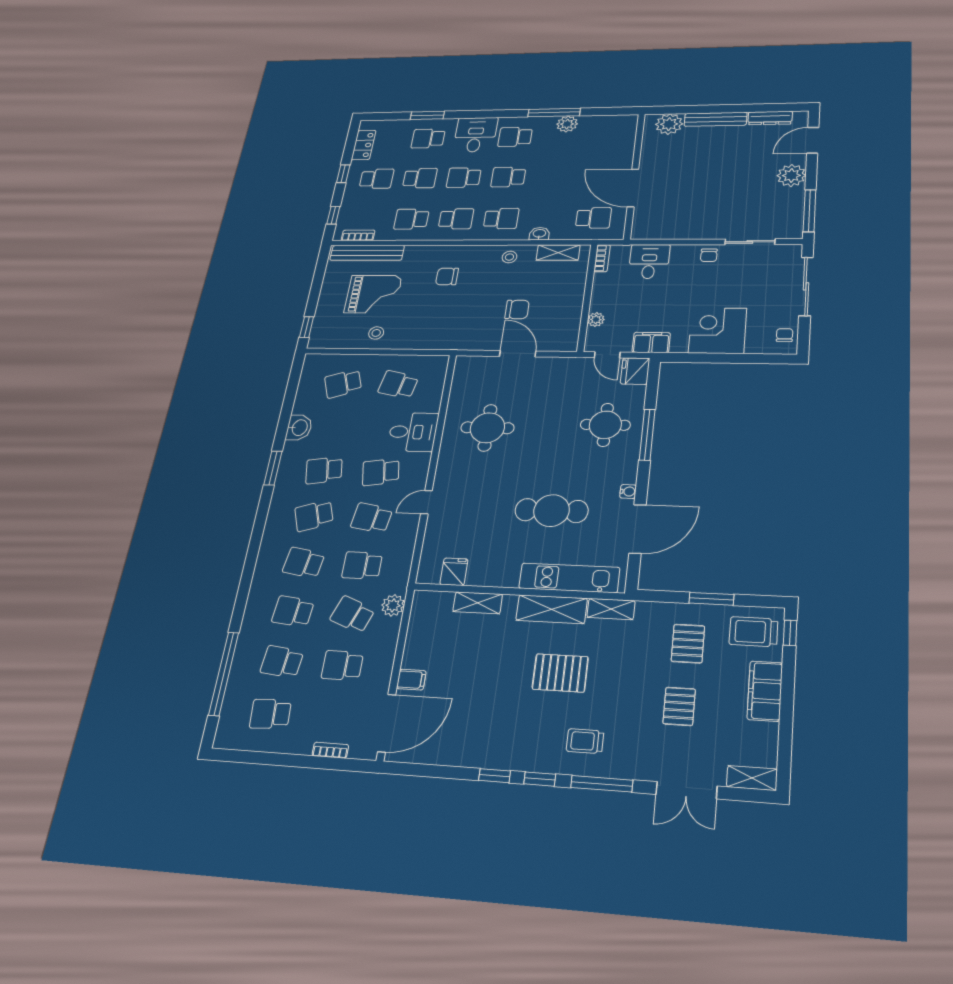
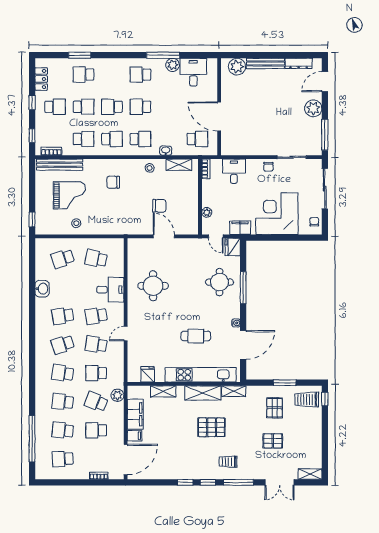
desk: (475, 135) -> (193, 72), moved
school desk: (411, 219) -> (84, 139), turned 180
corner desk: (718, 331) -> (277, 214), width x1.36, depth x1.36
window: (273, 468) -> (32, 315), removed
cafe table: (552, 511) -> (196, 336), width x0.73, depth x0.74
kitchen unit: (569, 578) -> (201, 375), width x1.36
filing cabinet: (765, 691) -> (135, 414), moved, turned 180
pallet: (679, 706) -> (273, 441), turned 90

